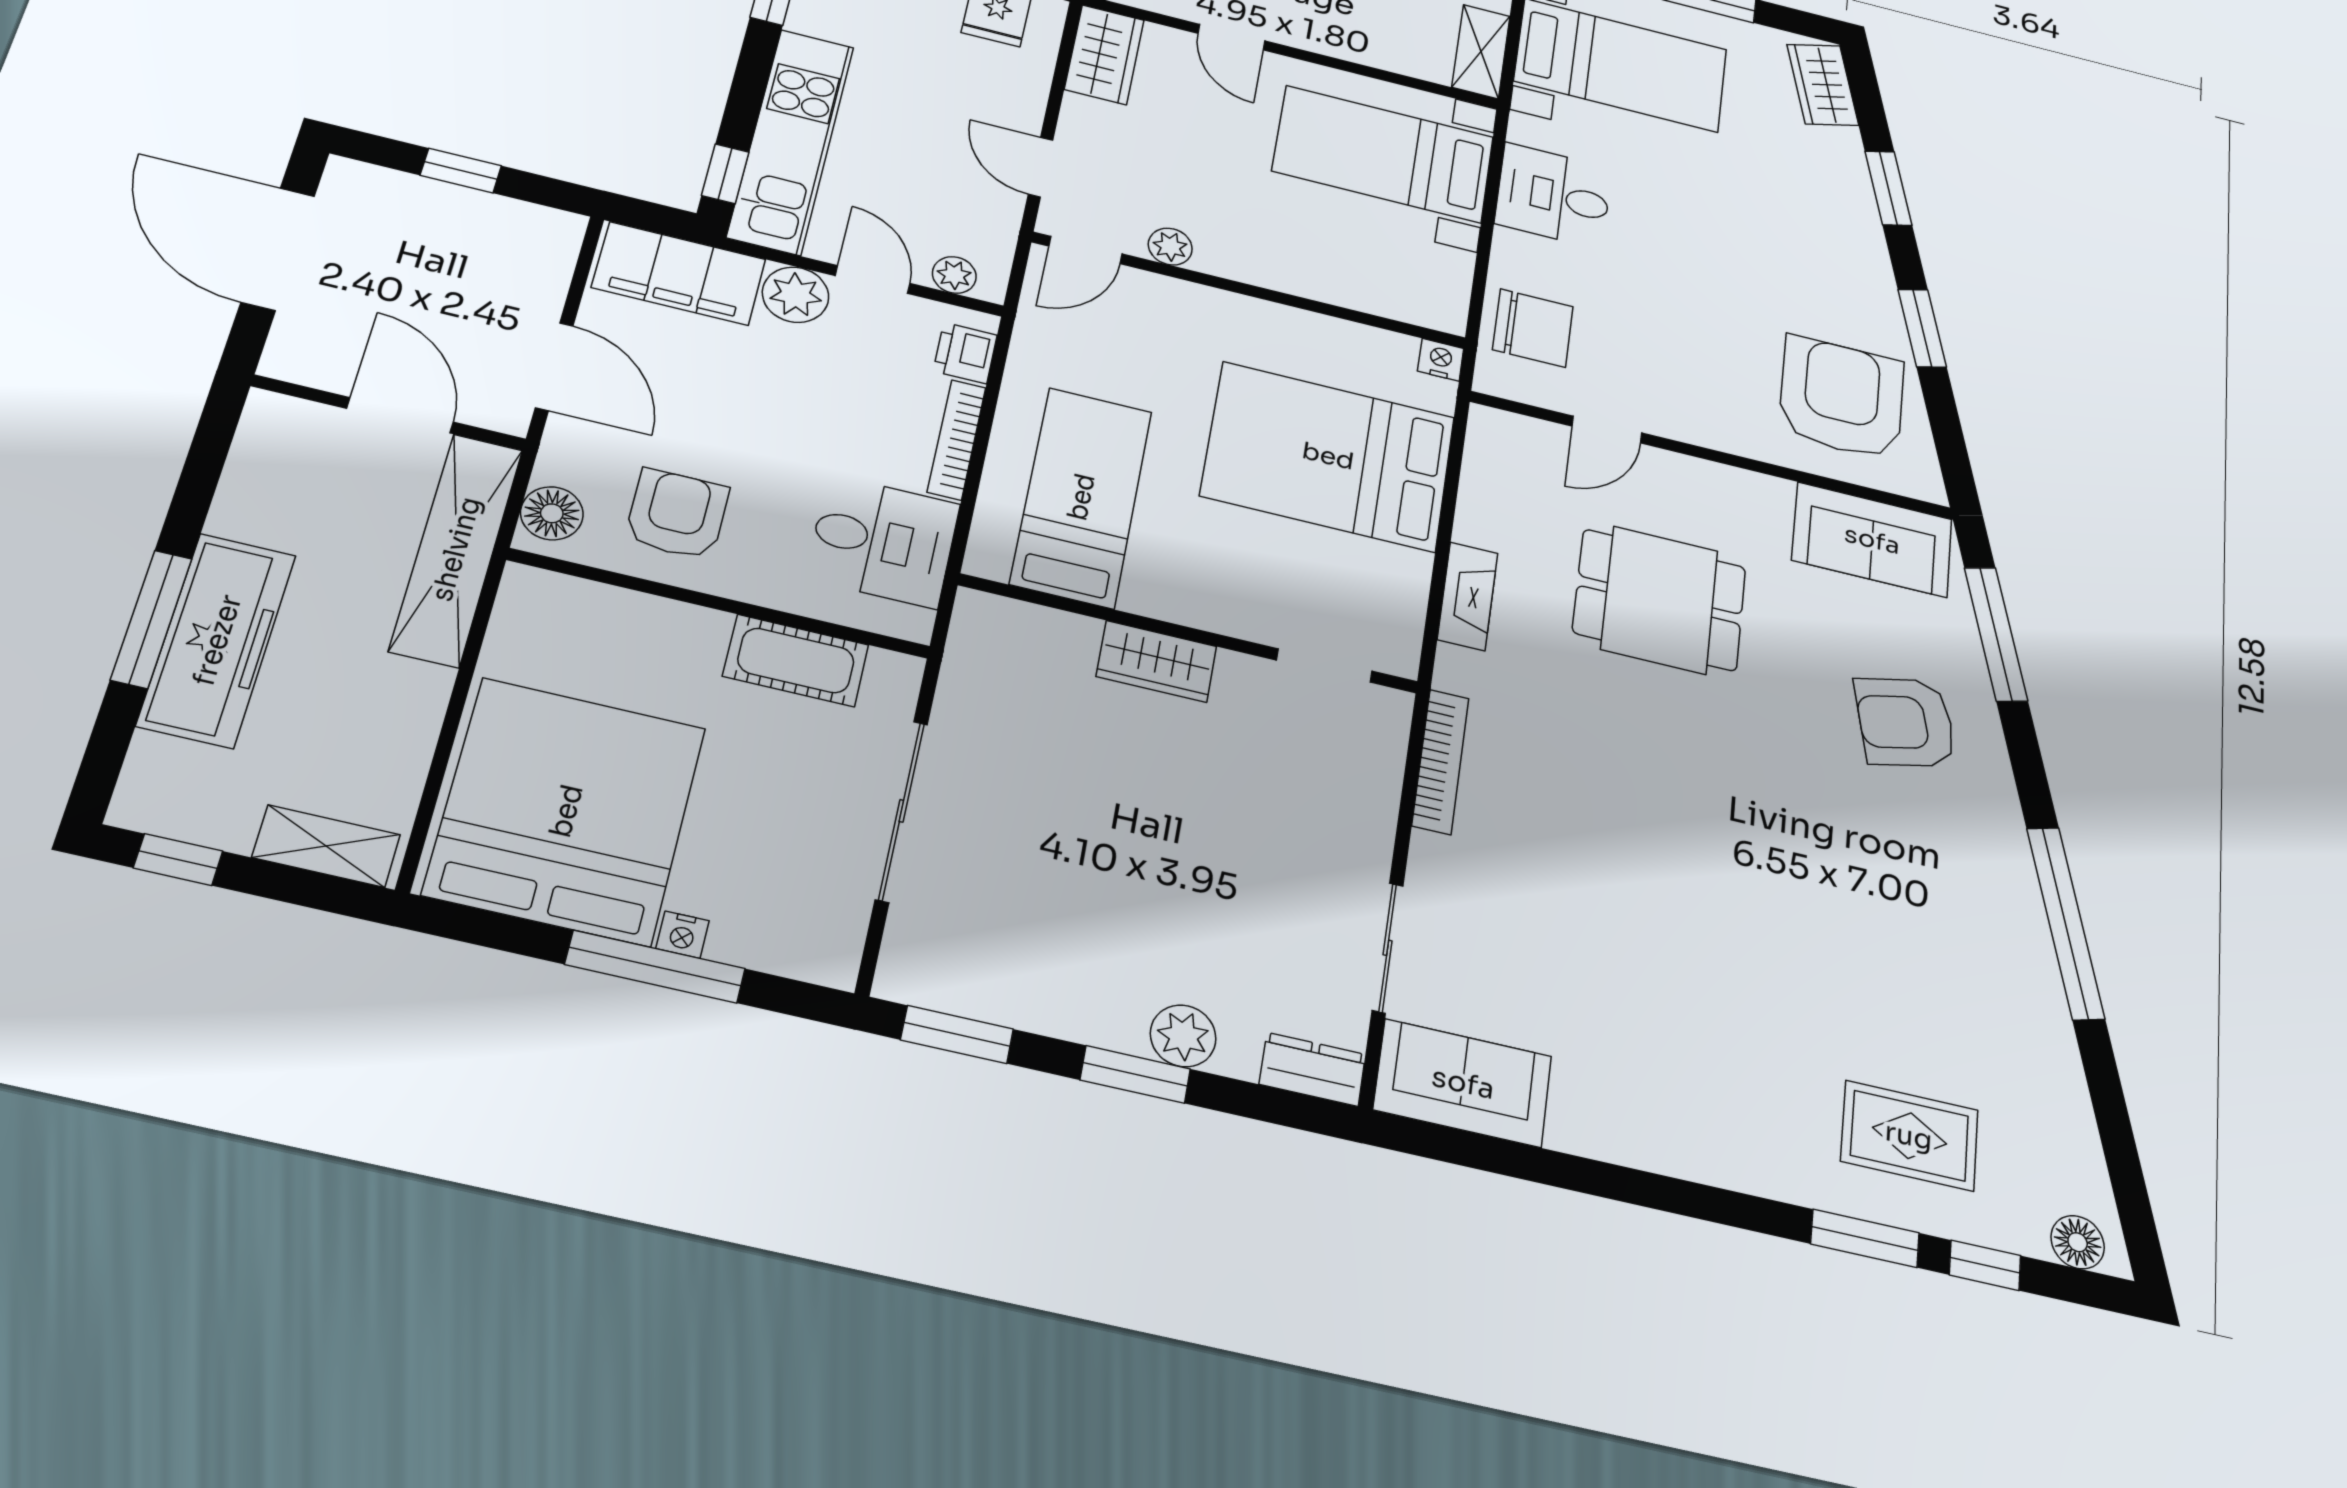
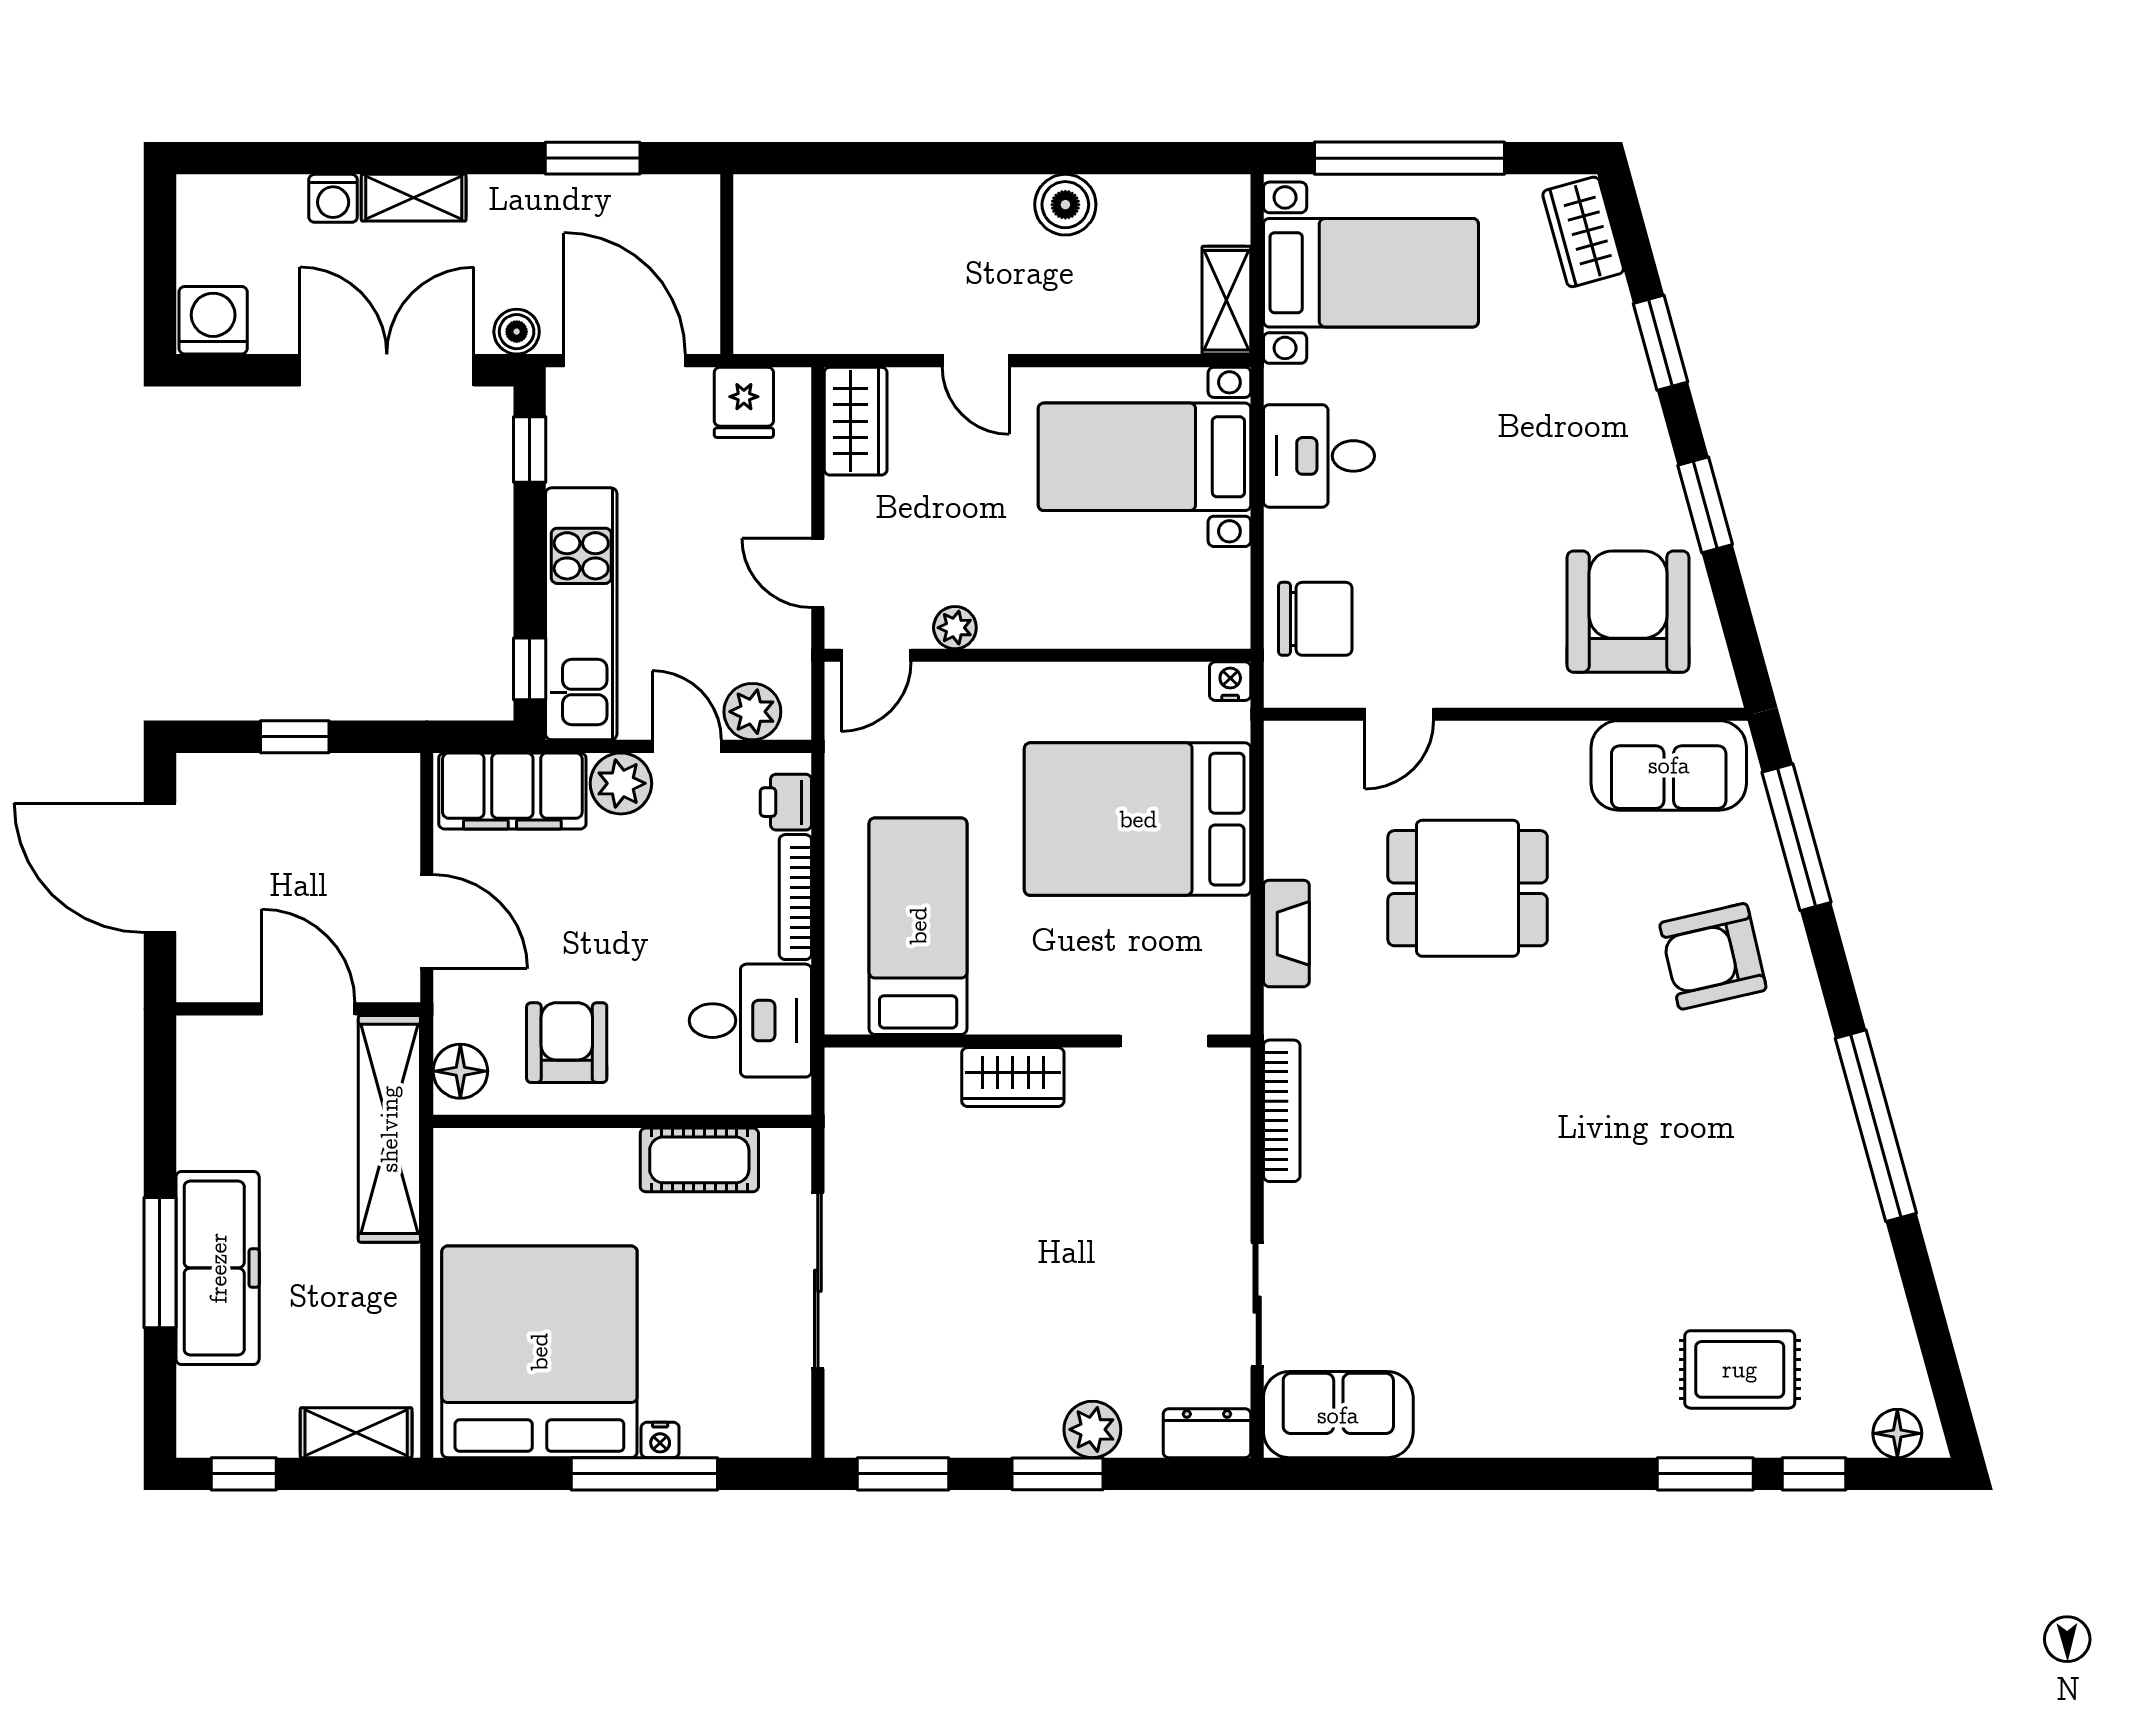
plant: (954, 275) -> (752, 712), width x1.38, depth x1.38

